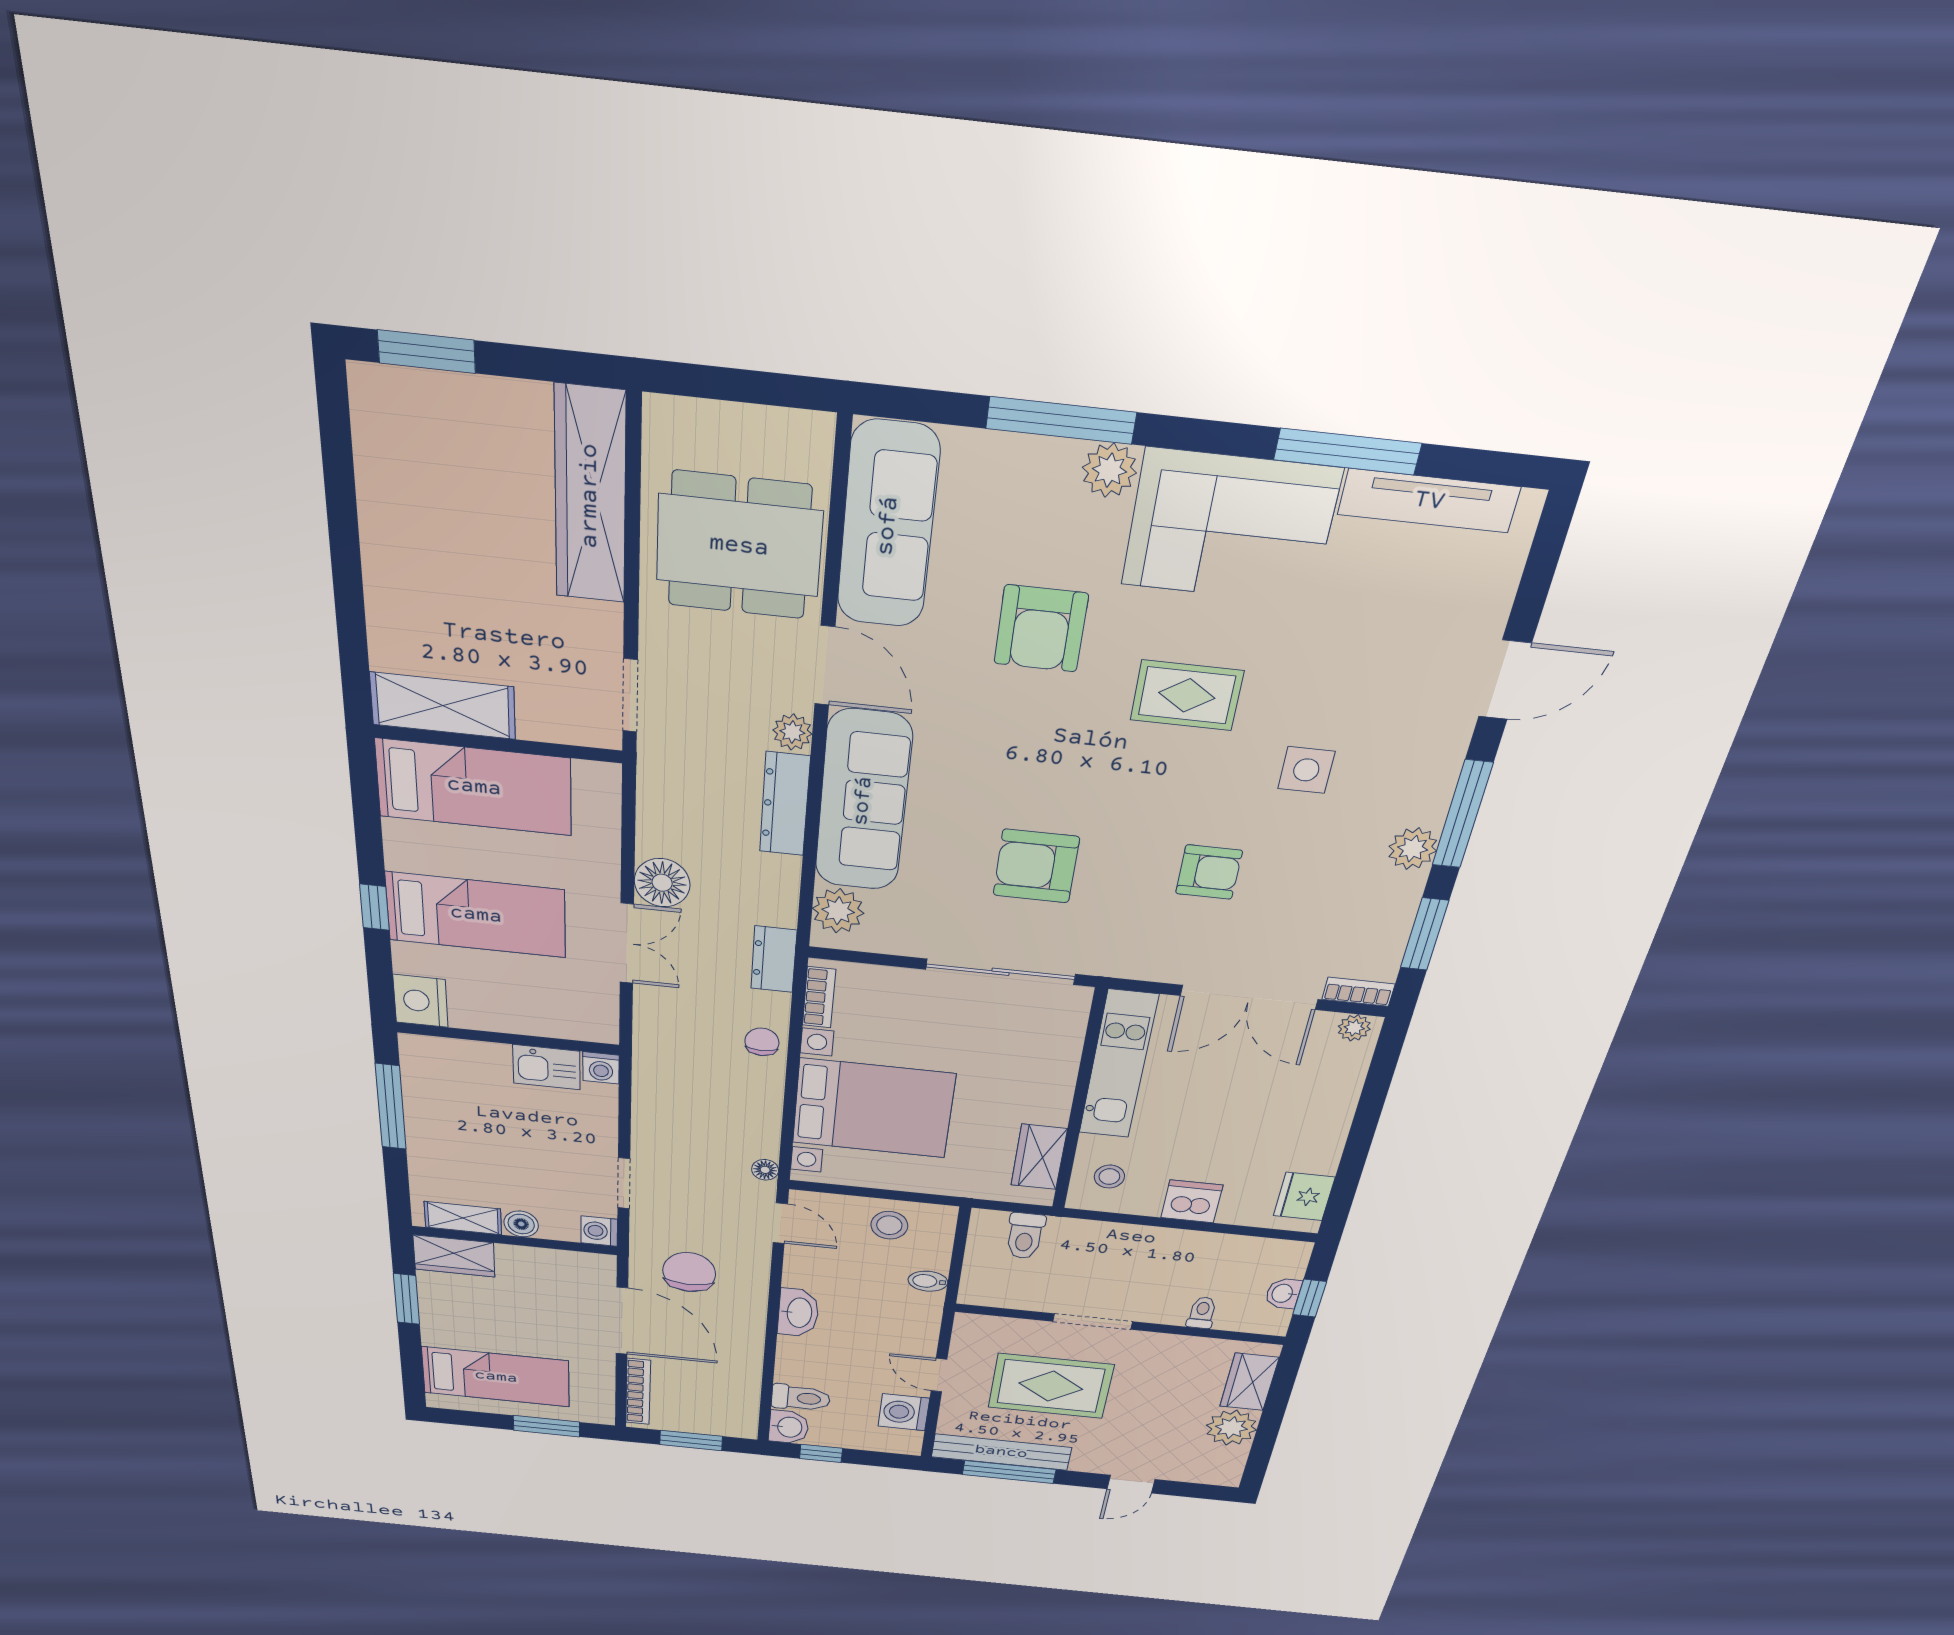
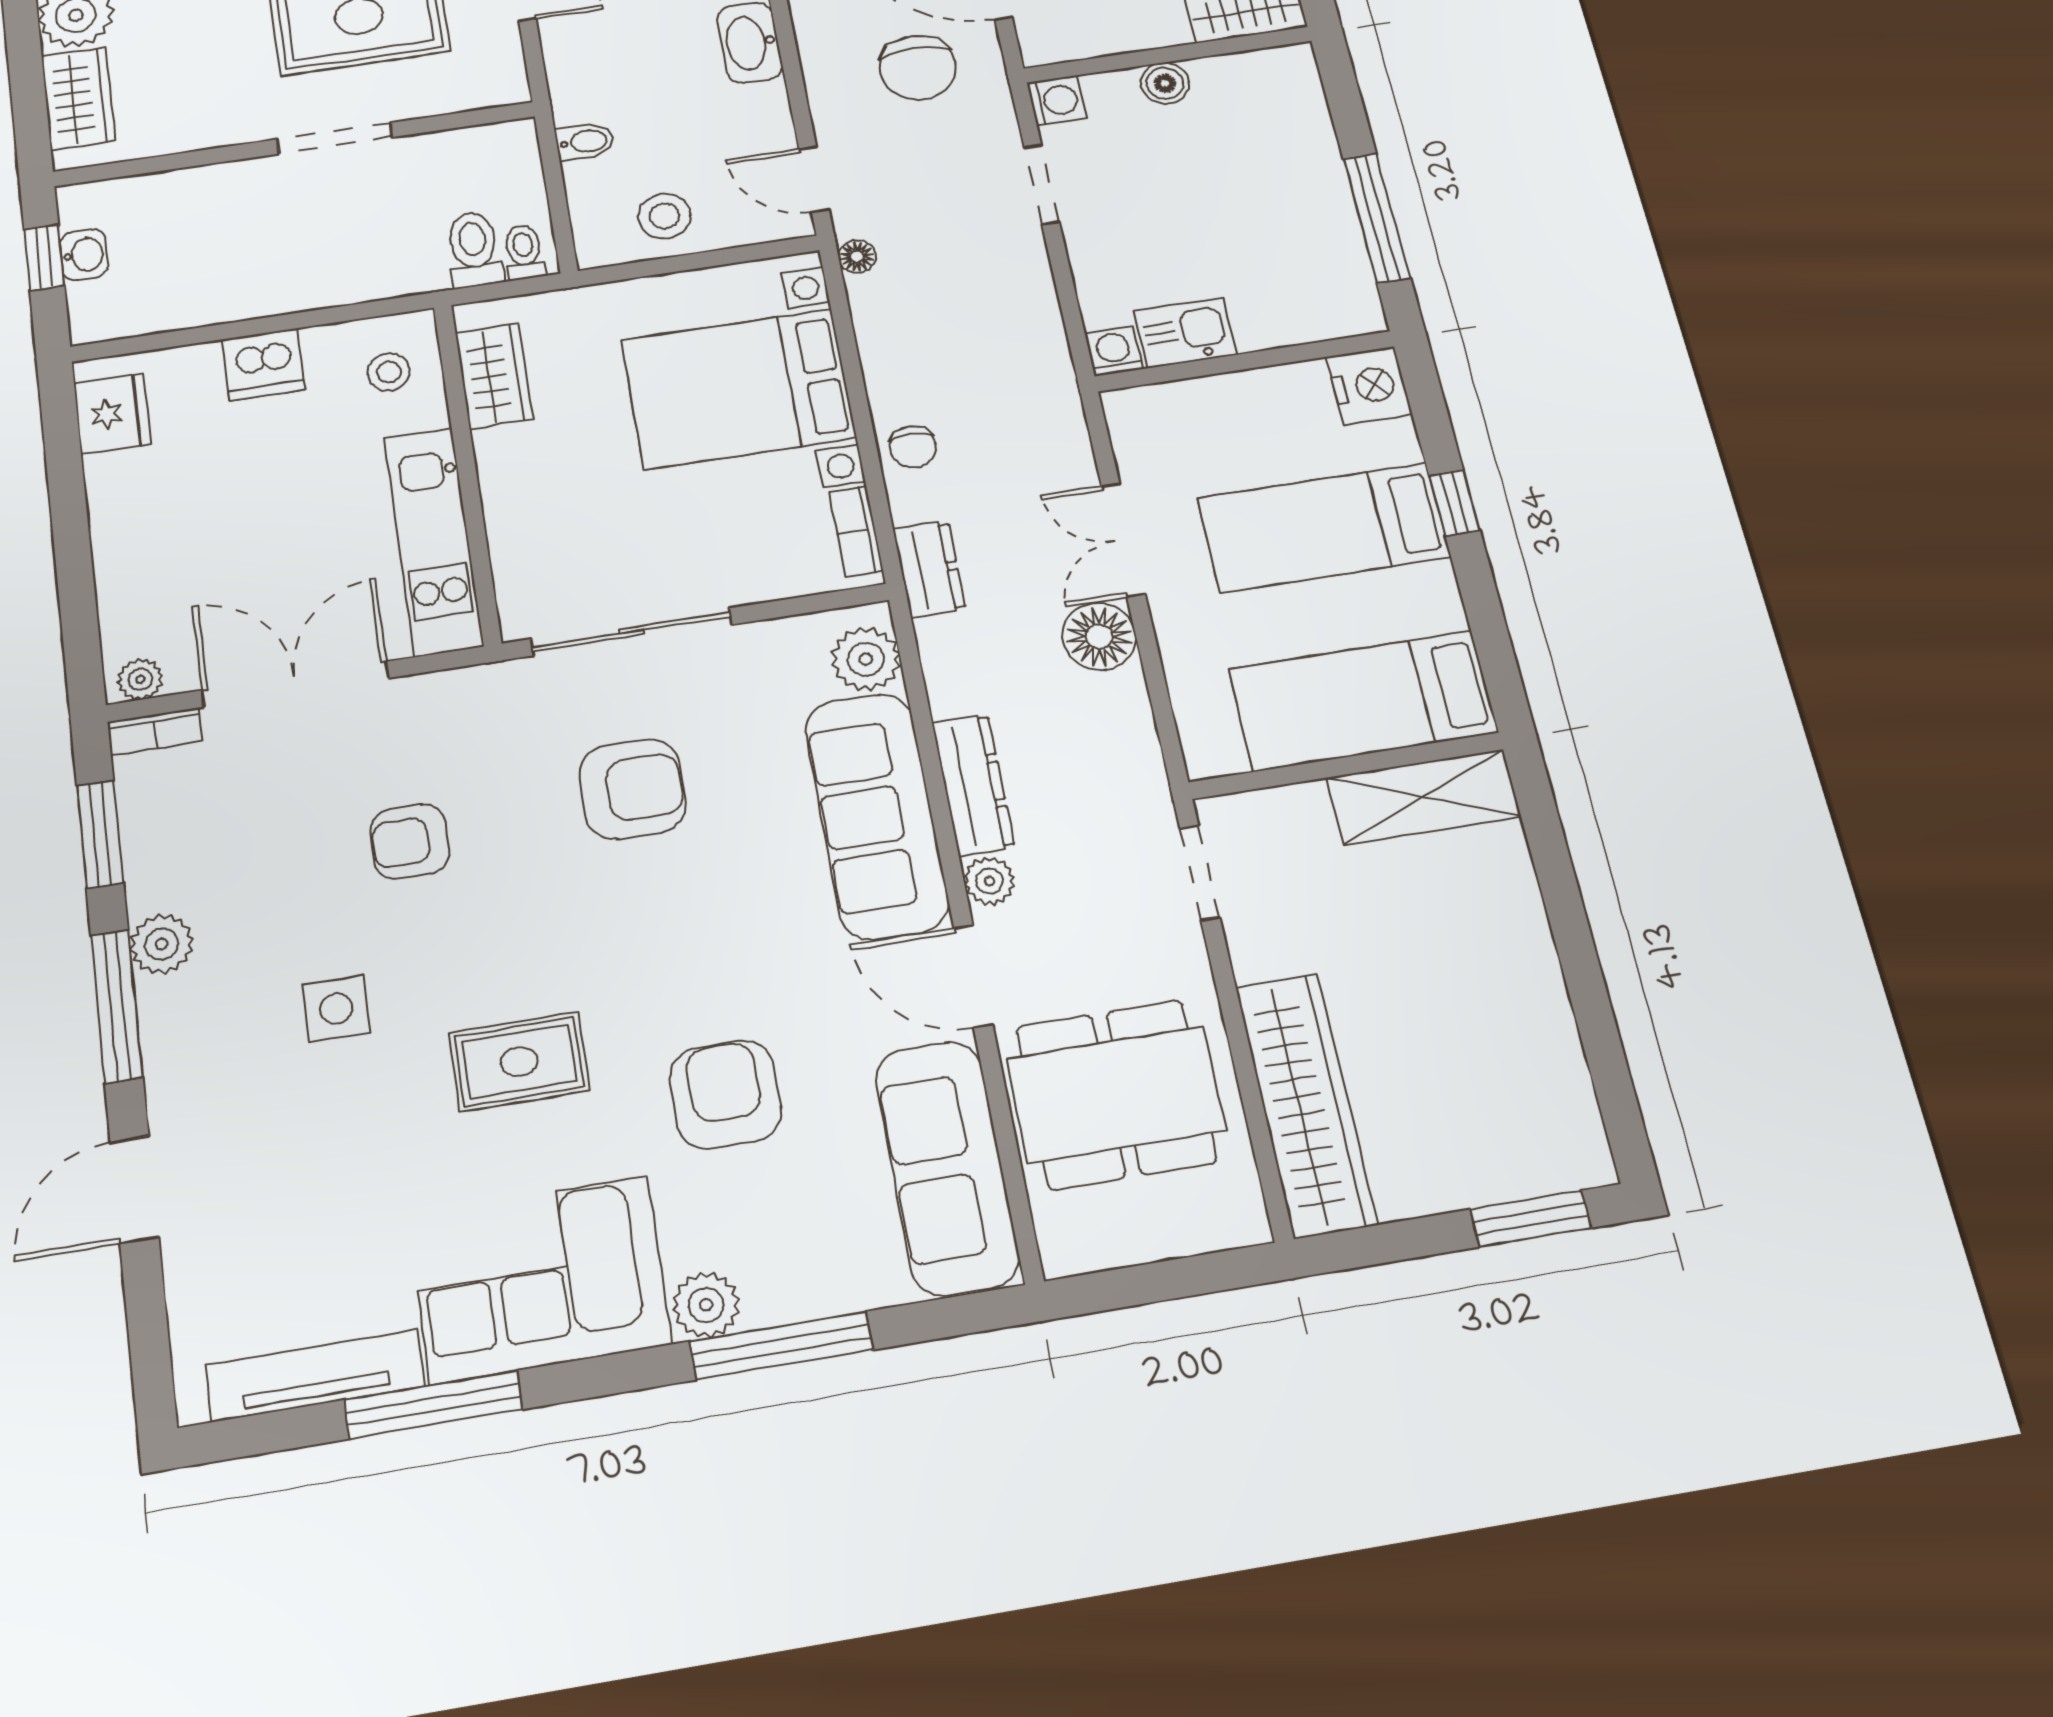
shelving: (463, 1218) -> (1245, 71), removed
toilet: (1202, 1313) -> (524, 252), moved, turned 180

